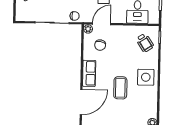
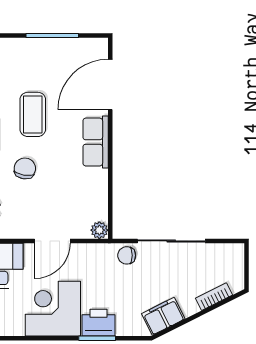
door: (102, 24) -> (52, 241), moved
chair: (100, 45) -> (25, 168), moved

